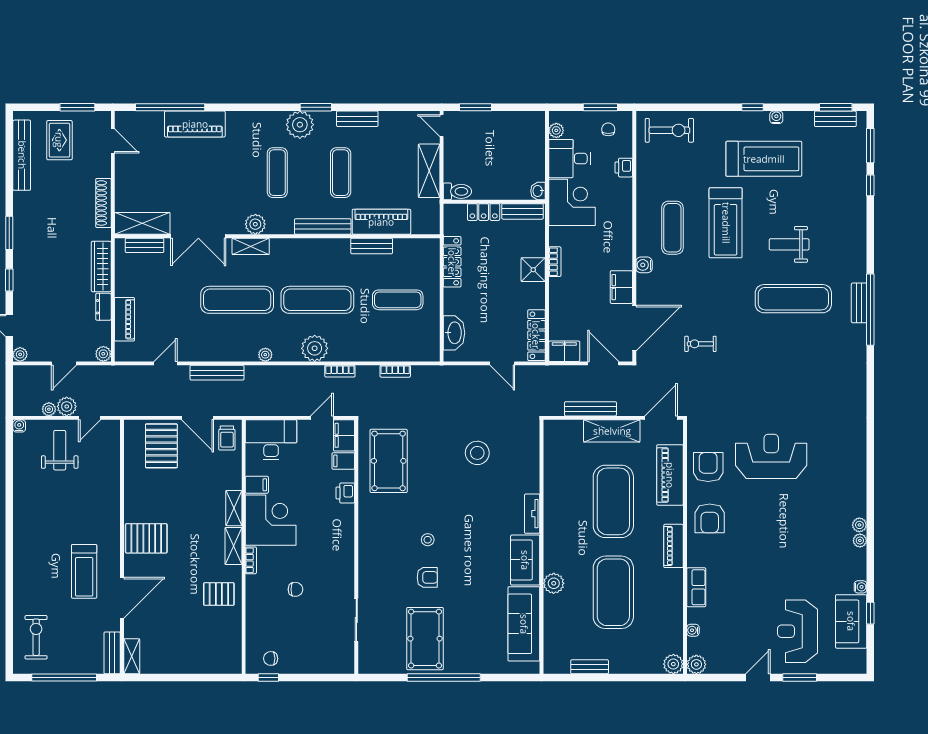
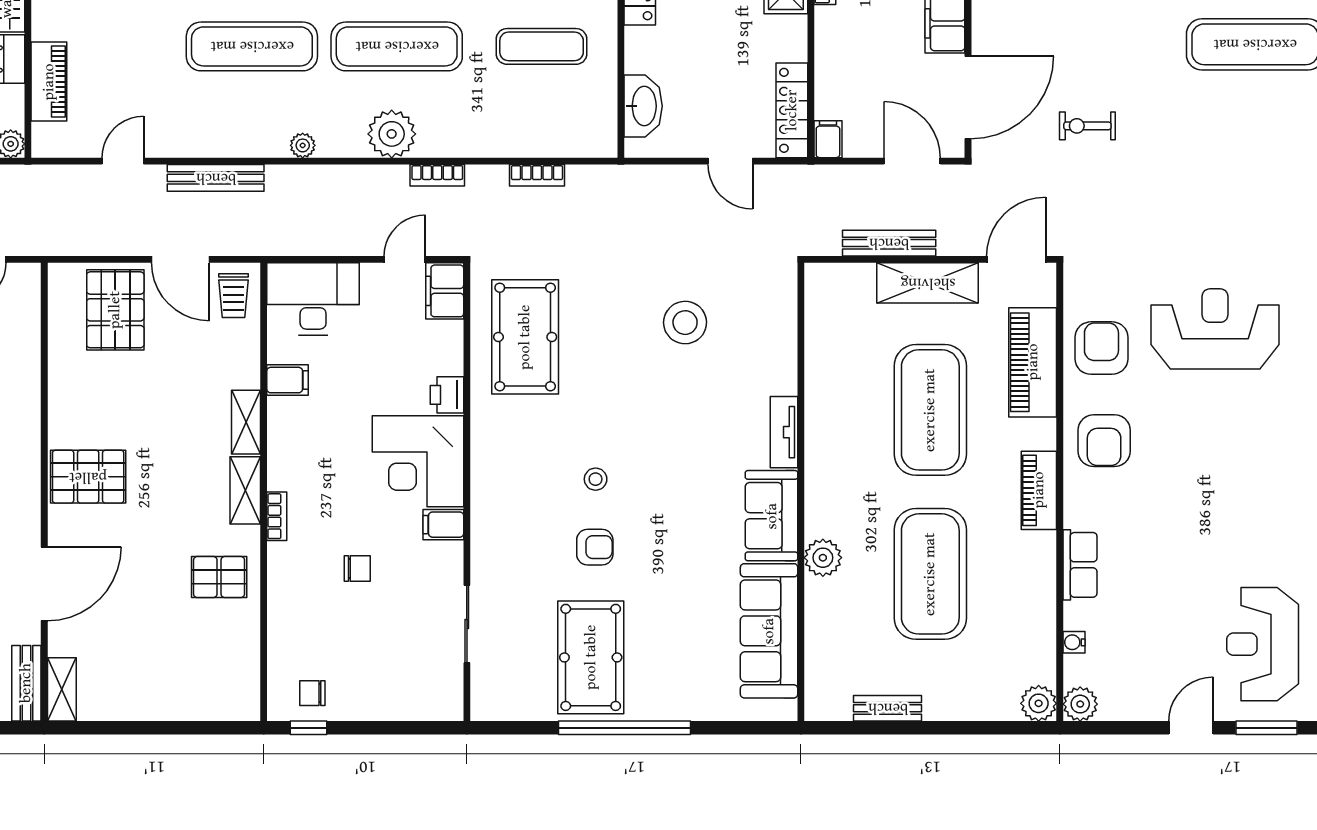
filing cabinet: (564, 351) -> (828, 139), width x0.50
filing cabinet: (343, 461) -> (443, 525), moved
corner desk: (271, 520) -> (418, 461), moved, turned 180

